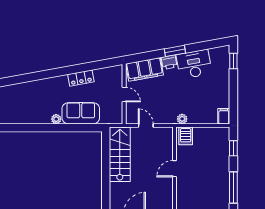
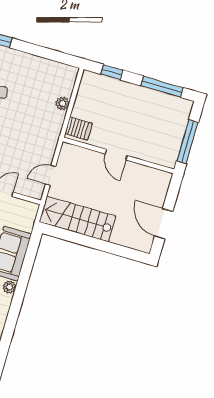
filing cabinet: (224, 116) -> (68, 72), removed
plant: (182, 119) -> (62, 103), moved

